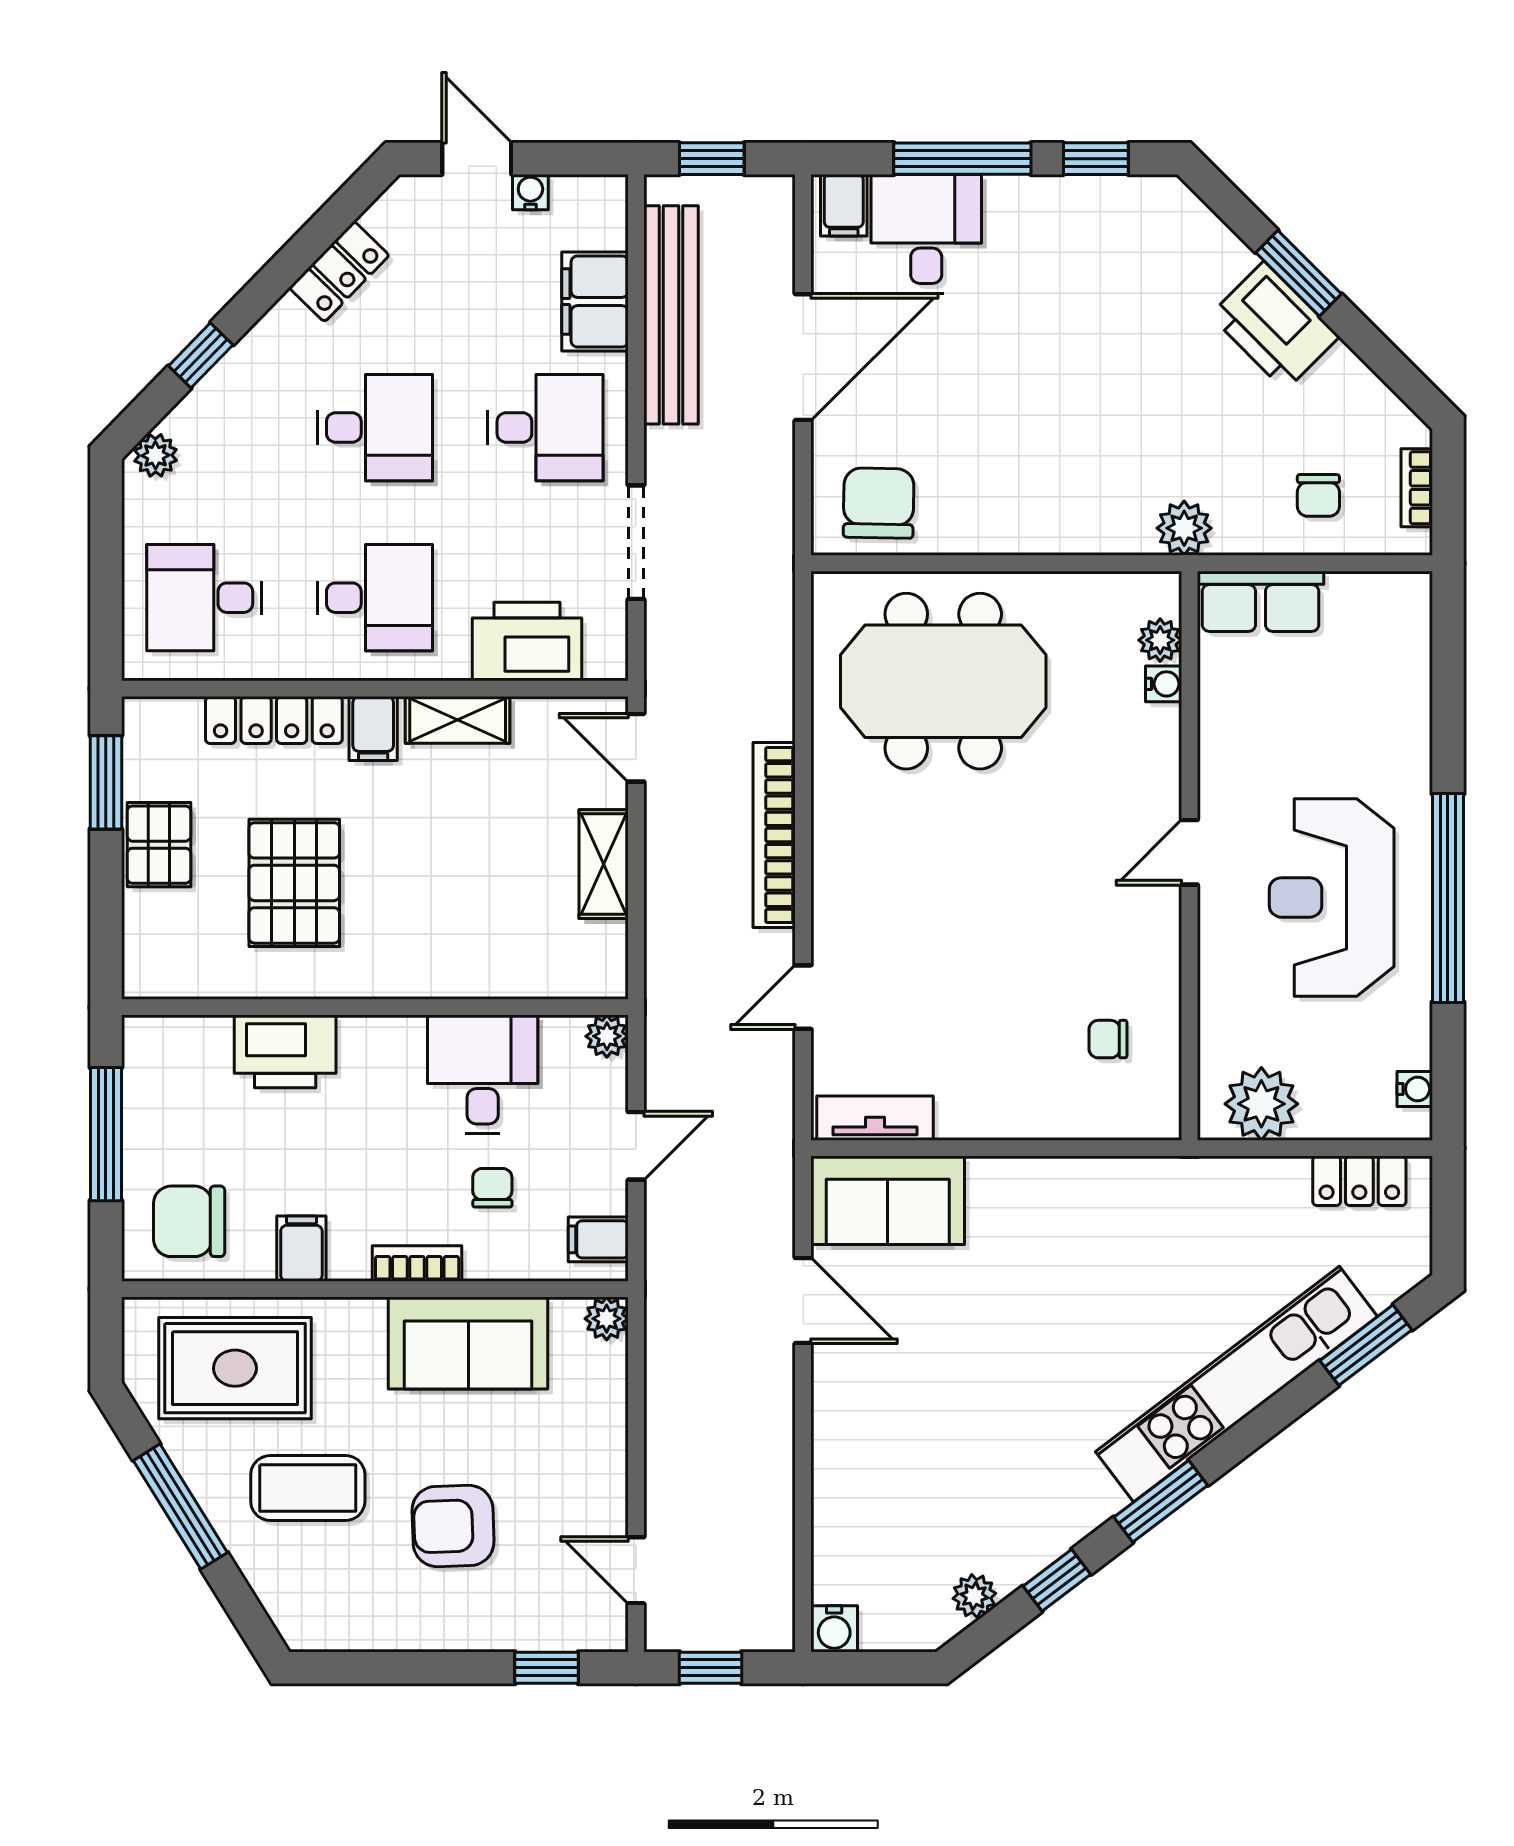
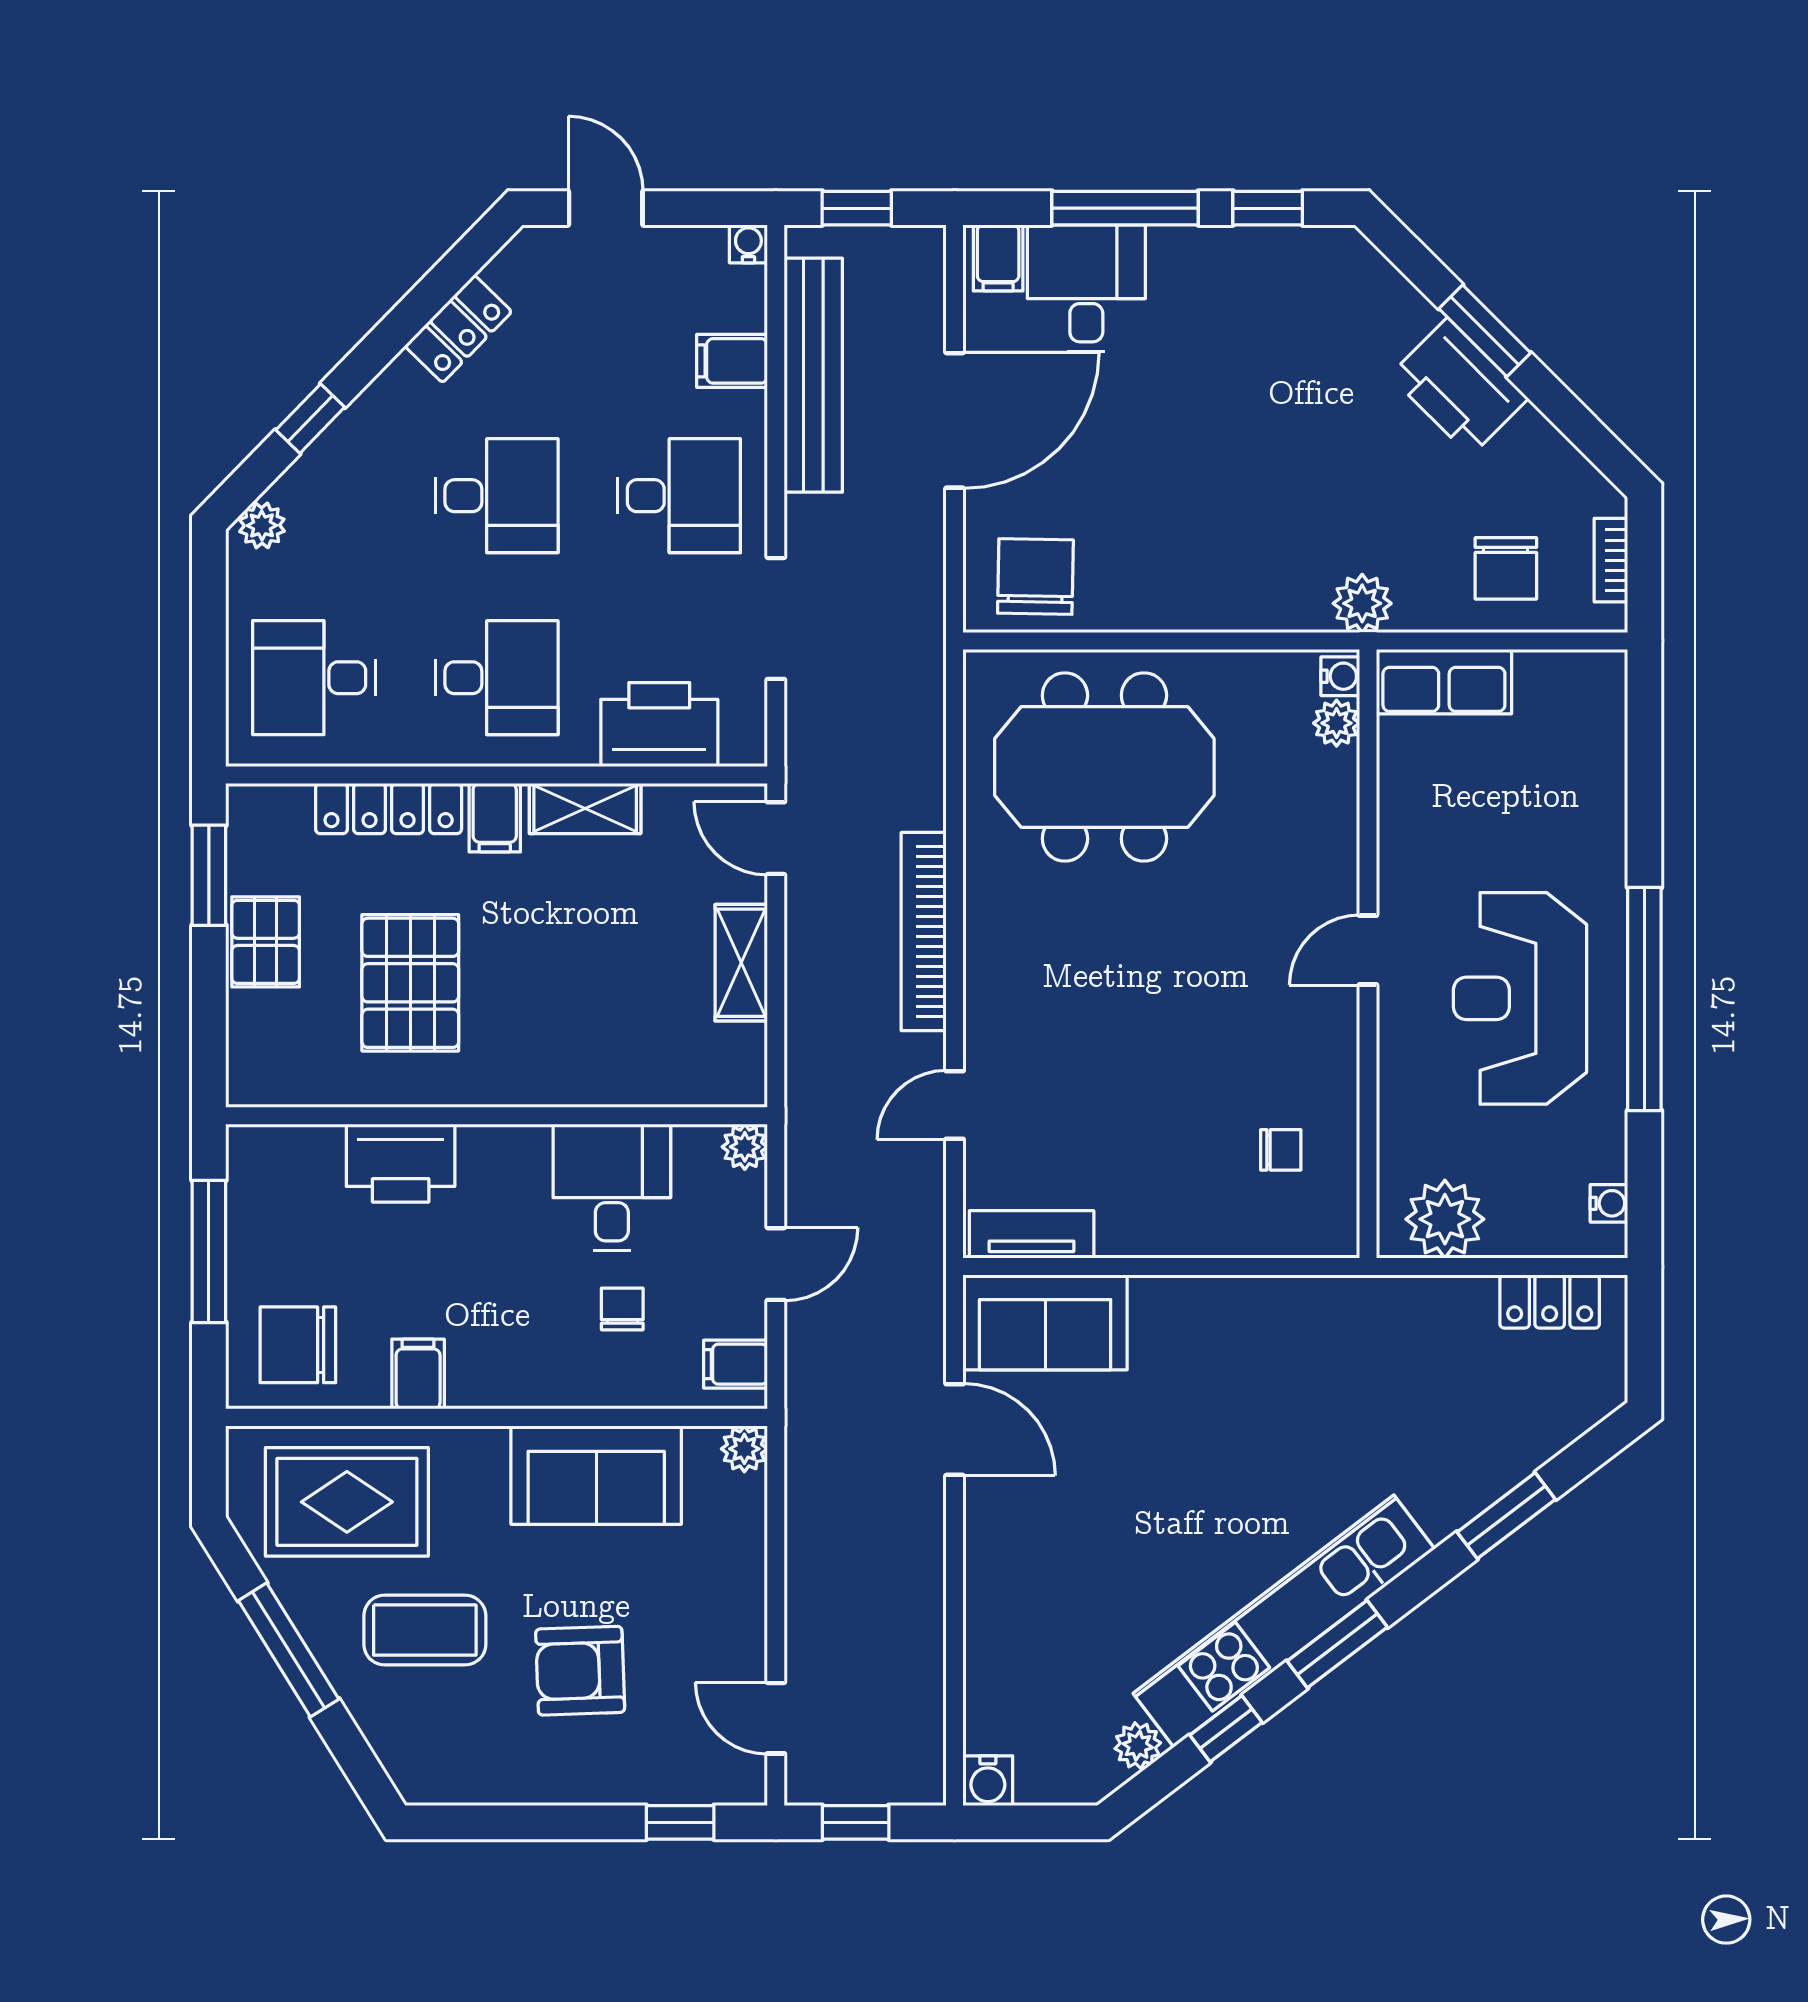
water cooler: (530, 192) -> (748, 244), moved
filing cabinet: (595, 301) -> (732, 361), width x0.50
chair: (1318, 495) -> (1506, 568), width x1.37, depth x1.37
water cooler: (1164, 684) -> (1340, 676), moved
chair: (1108, 1039) -> (1281, 1150), turned 180
bookcase: (417, 1263) -> (542, 1390), removed
window: (1366, 1345) -> (1506, 1516), moved
kitchen unit: (1236, 1384) -> (1284, 1621), moved

